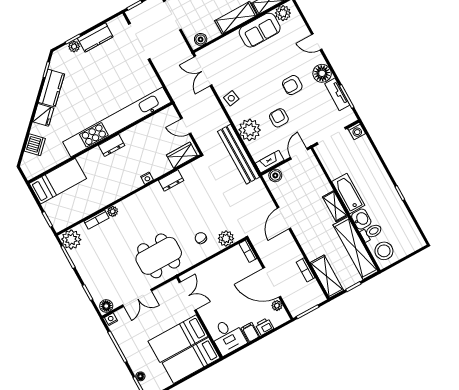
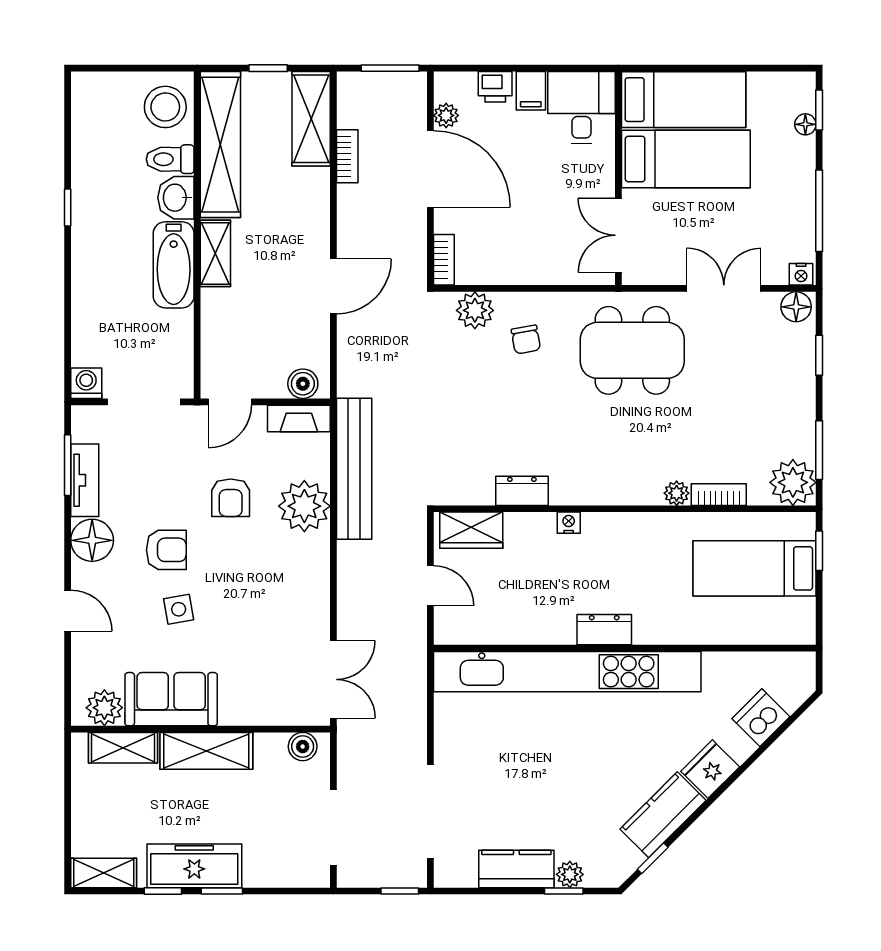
side table: (231, 98) -> (179, 609), moved
bed: (58, 181) -> (755, 568), moved

